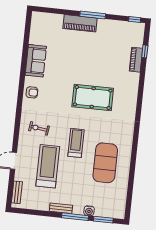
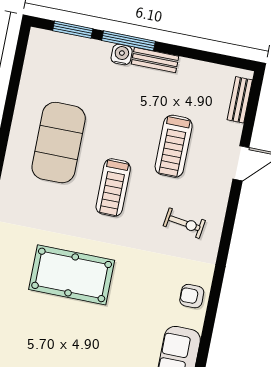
treadmill: (48, 166) -> (174, 146), width x0.73, depth x0.73
water cooler: (89, 211) -> (122, 55), moved

